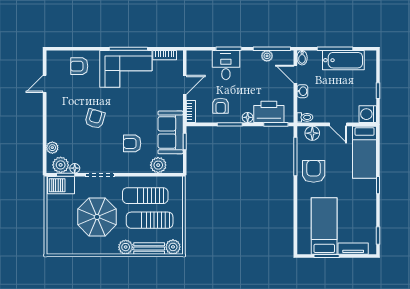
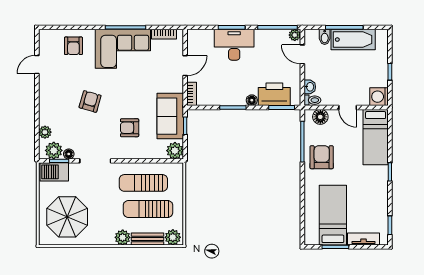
plant: (267, 56) -> (295, 35), moved
bidet: (302, 58) -> (325, 37), moved
desk: (226, 65) -> (234, 45), width x1.37
armchair: (79, 66) -> (73, 46), turned -90
washbasin: (302, 91) -> (310, 87), moved
armchair: (221, 106) -> (223, 88), removed
plant: (158, 165) -> (175, 151), moved
parasol: (97, 217) -> (67, 217), moved

